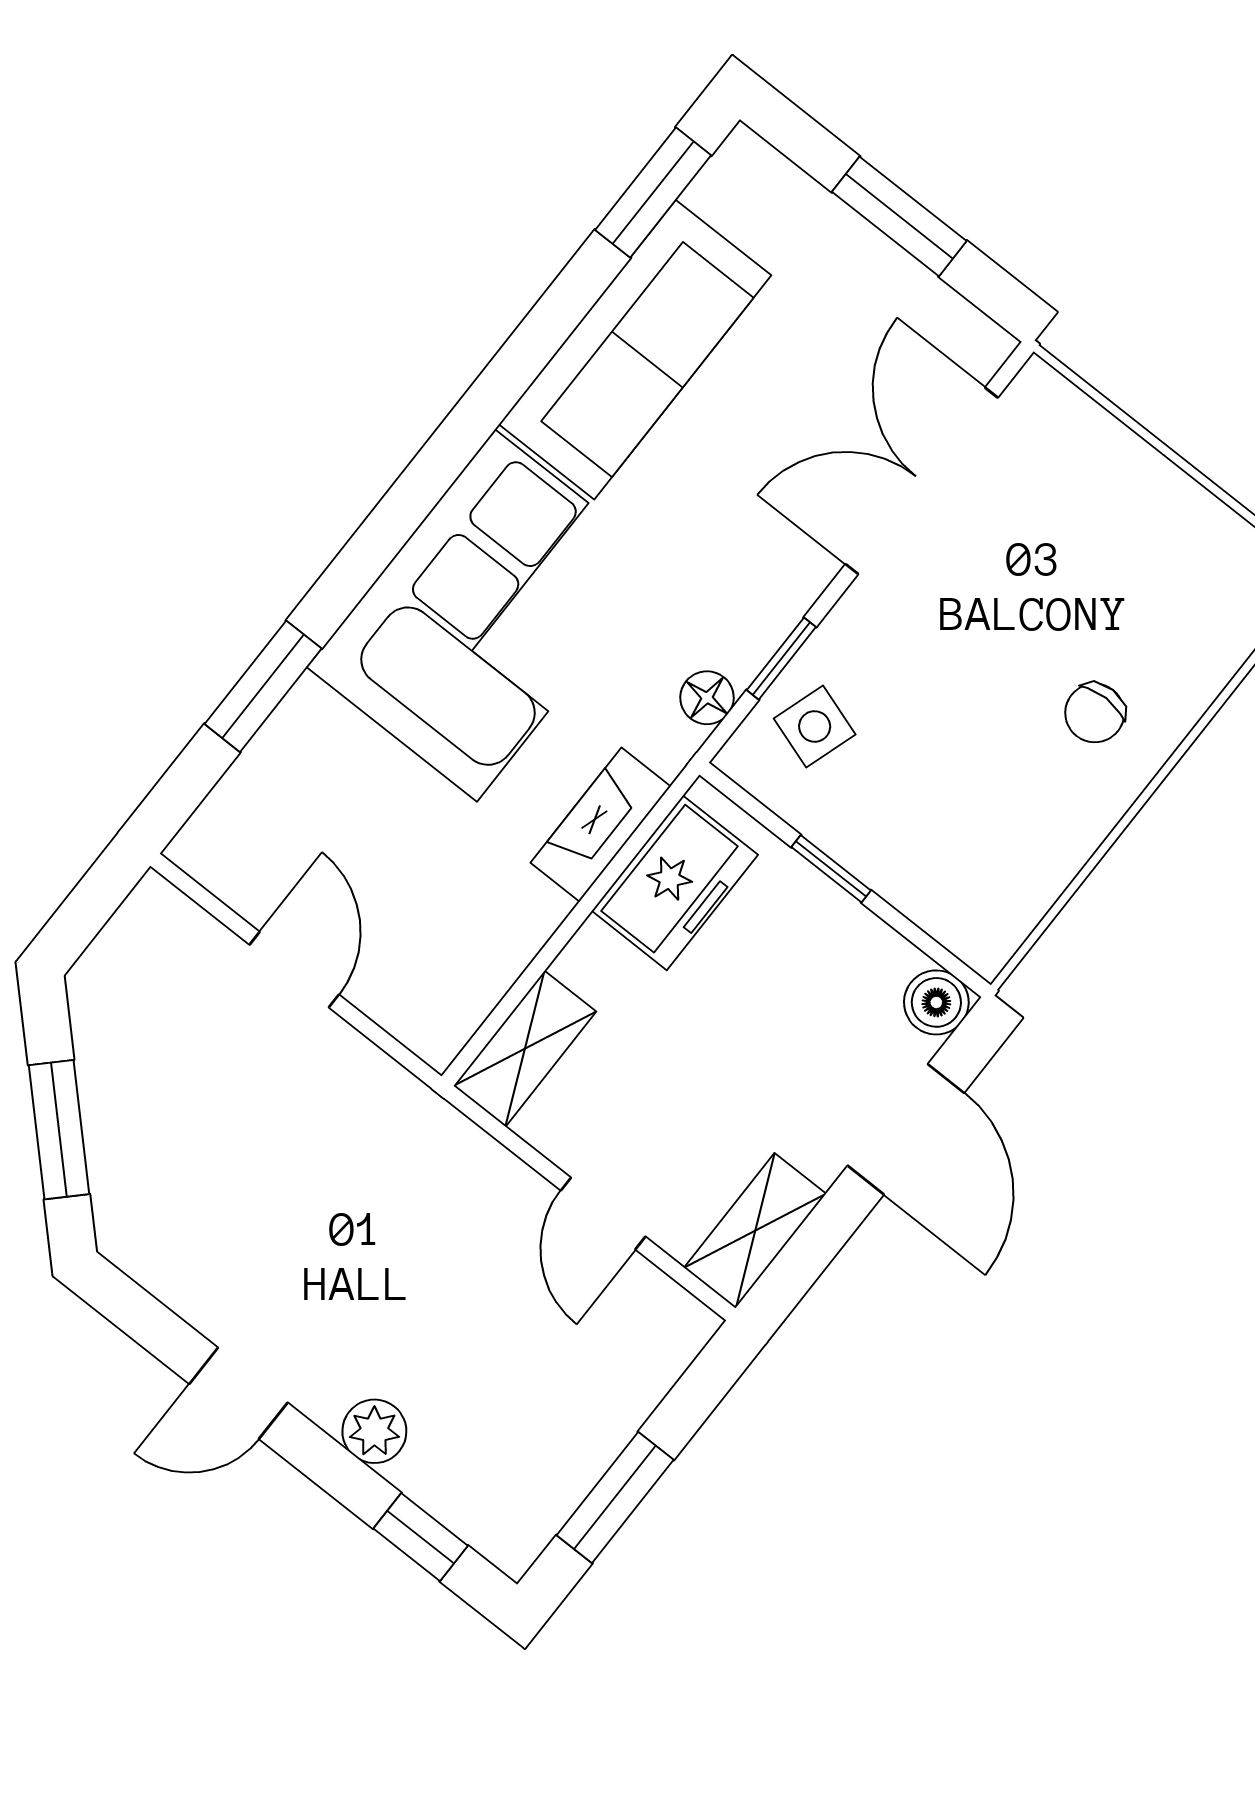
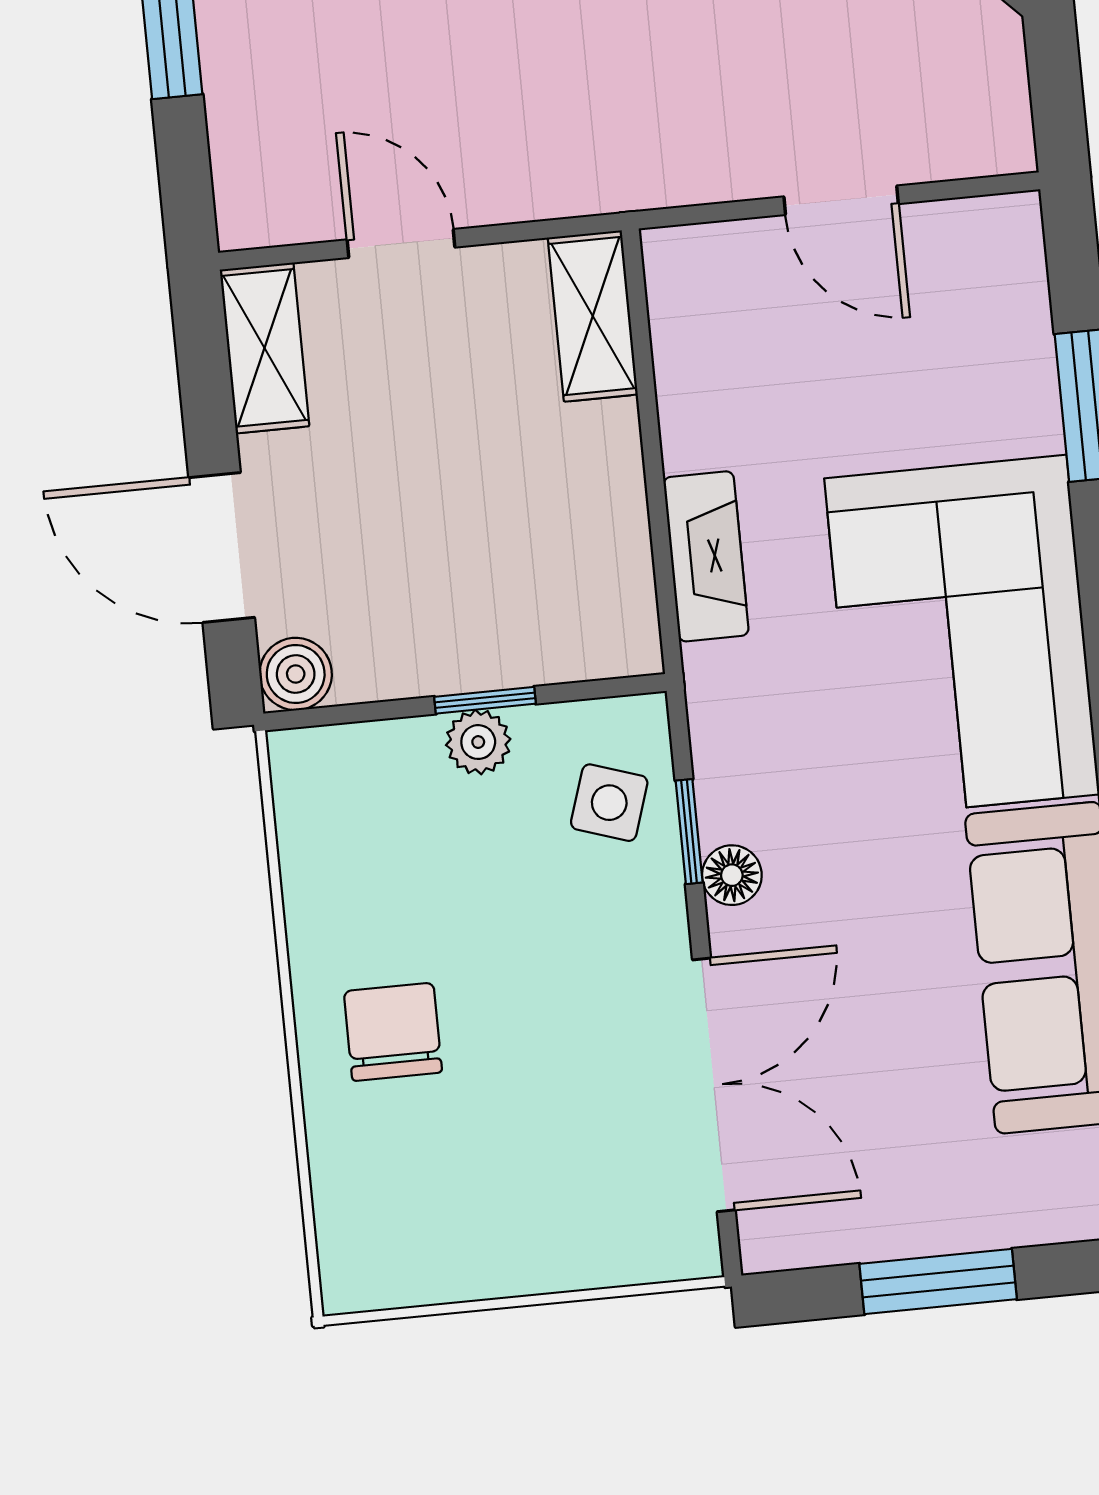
floor lamp: (707, 698) -> (732, 875), moved
chair: (1095, 713) -> (393, 1032), width x1.37, depth x1.37
plant: (861, 846) -> (478, 742), added
freezer: (675, 883) -> (601, 567), removed

